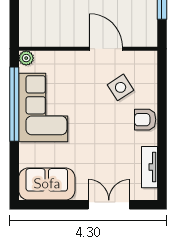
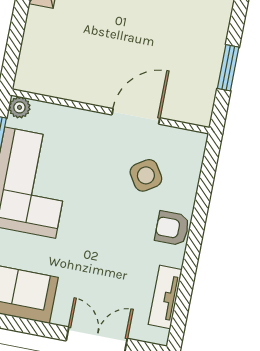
door: (106, 49) -> (136, 116), hinge flipped

